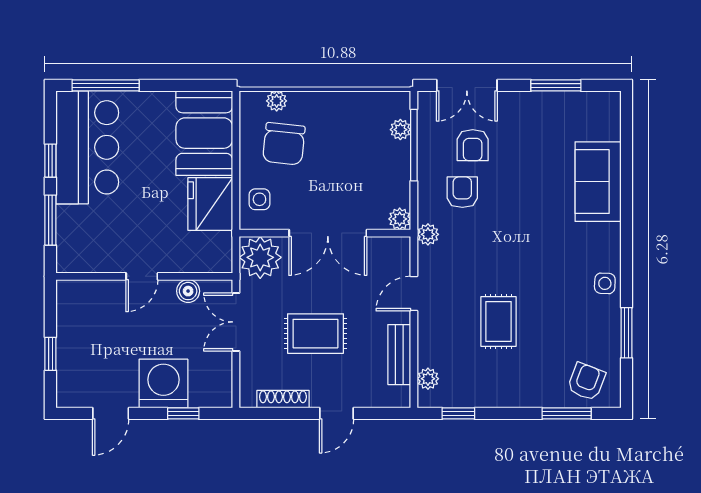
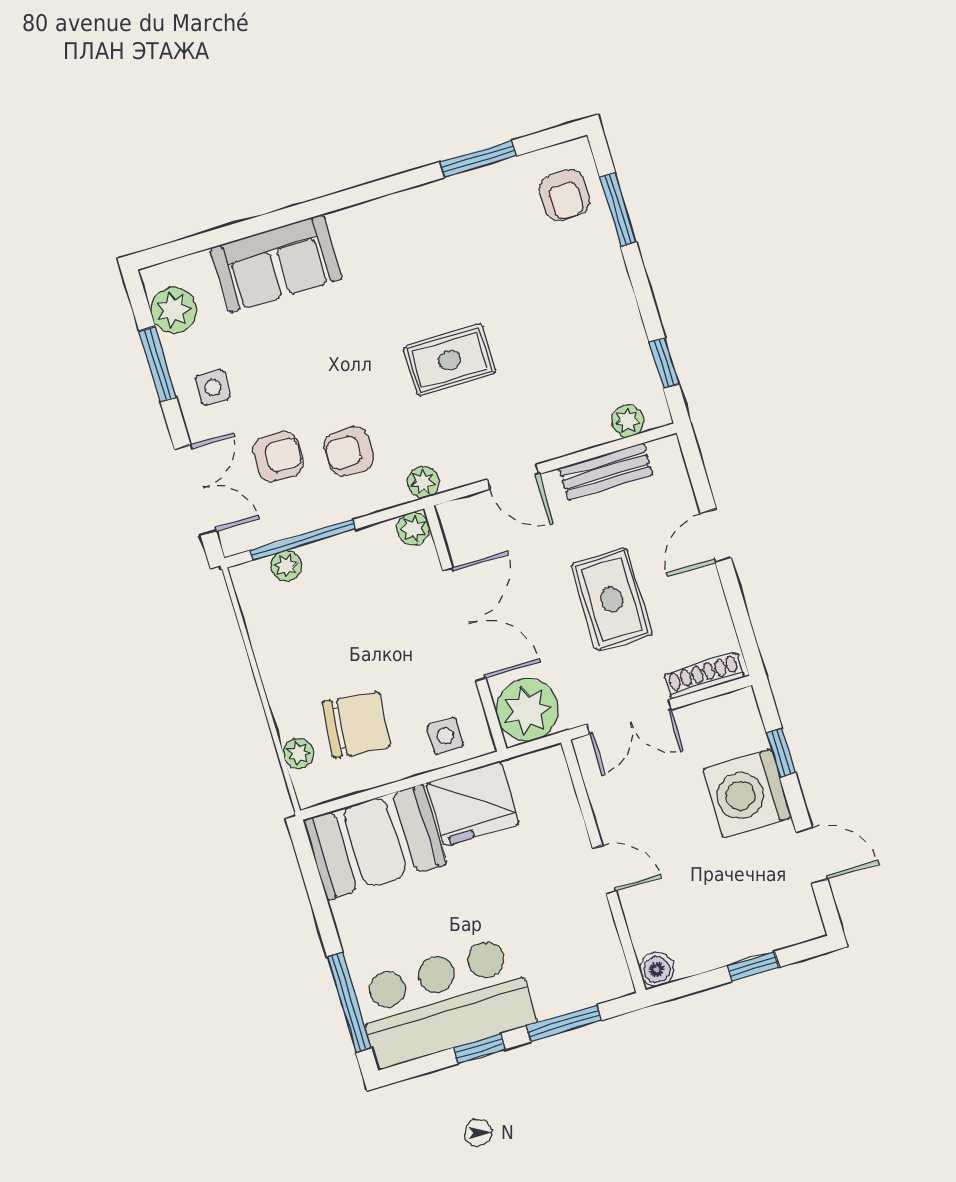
plant: (588, 106) -> (174, 310), added
side table: (605, 283) -> (213, 387), moved
boiler: (188, 291) -> (657, 969), moved
rug: (498, 322) -> (449, 360), moved
armchair: (586, 382) -> (565, 195), turned -111
shoe rack: (283, 399) -> (704, 676), moved, turned 90
door: (337, 413) -> (716, 535), swing flipped

